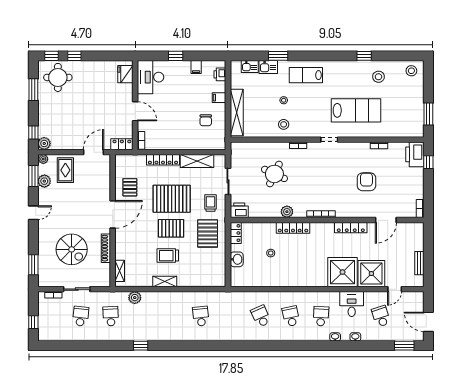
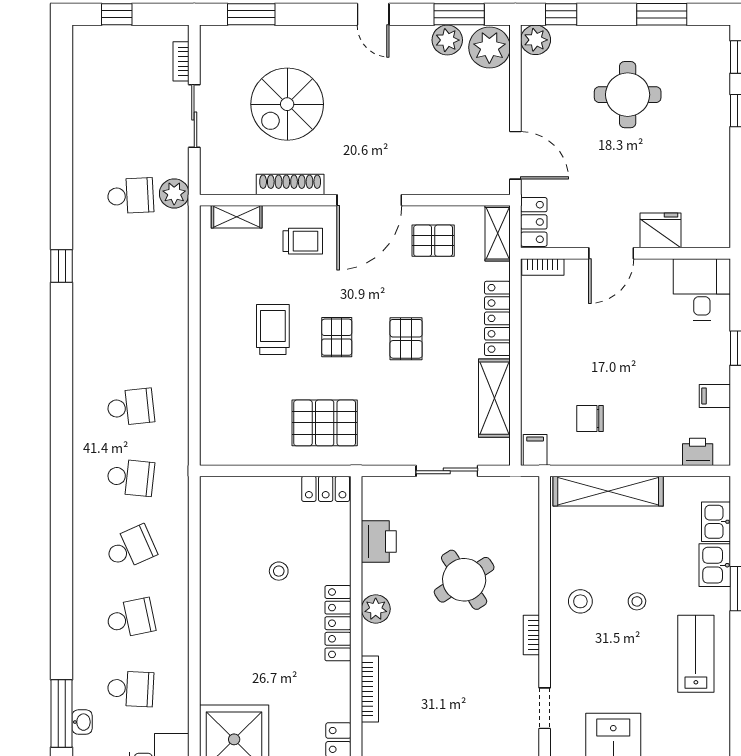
fridge: (125, 74) -> (660, 230), moved
round table: (58, 77) -> (628, 95), moved
desk: (151, 77) -> (702, 289), width x0.73
filing cabinet: (219, 98) -> (535, 450), moved
plant: (43, 159) -> (489, 47), width x1.87, depth x1.87
rug: (65, 170) -> (473, 89), removed
round table: (274, 174) -> (464, 580), turned 32
pallet: (172, 199) -> (406, 339), width x0.49, depth x0.50
trolley: (210, 203) -> (303, 241), moved
printer: (239, 210) -> (379, 542), moved
door: (113, 214) -> (369, 200), hinge flipped
pallet: (171, 228) -> (337, 337), width x0.67, depth x0.71
washbasin: (237, 259) -> (264, 491), removed
shelving: (165, 281) -> (498, 233), moved
plant: (135, 298) -> (174, 193), moved
school desk: (81, 316) -> (131, 477), moved
window: (331, 346) -> (62, 713), added

